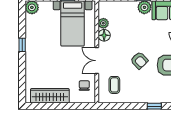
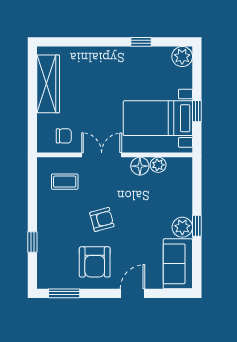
window: (22, 45) -> (141, 42), moved
armchair: (139, 60) -> (102, 219), turned -151

